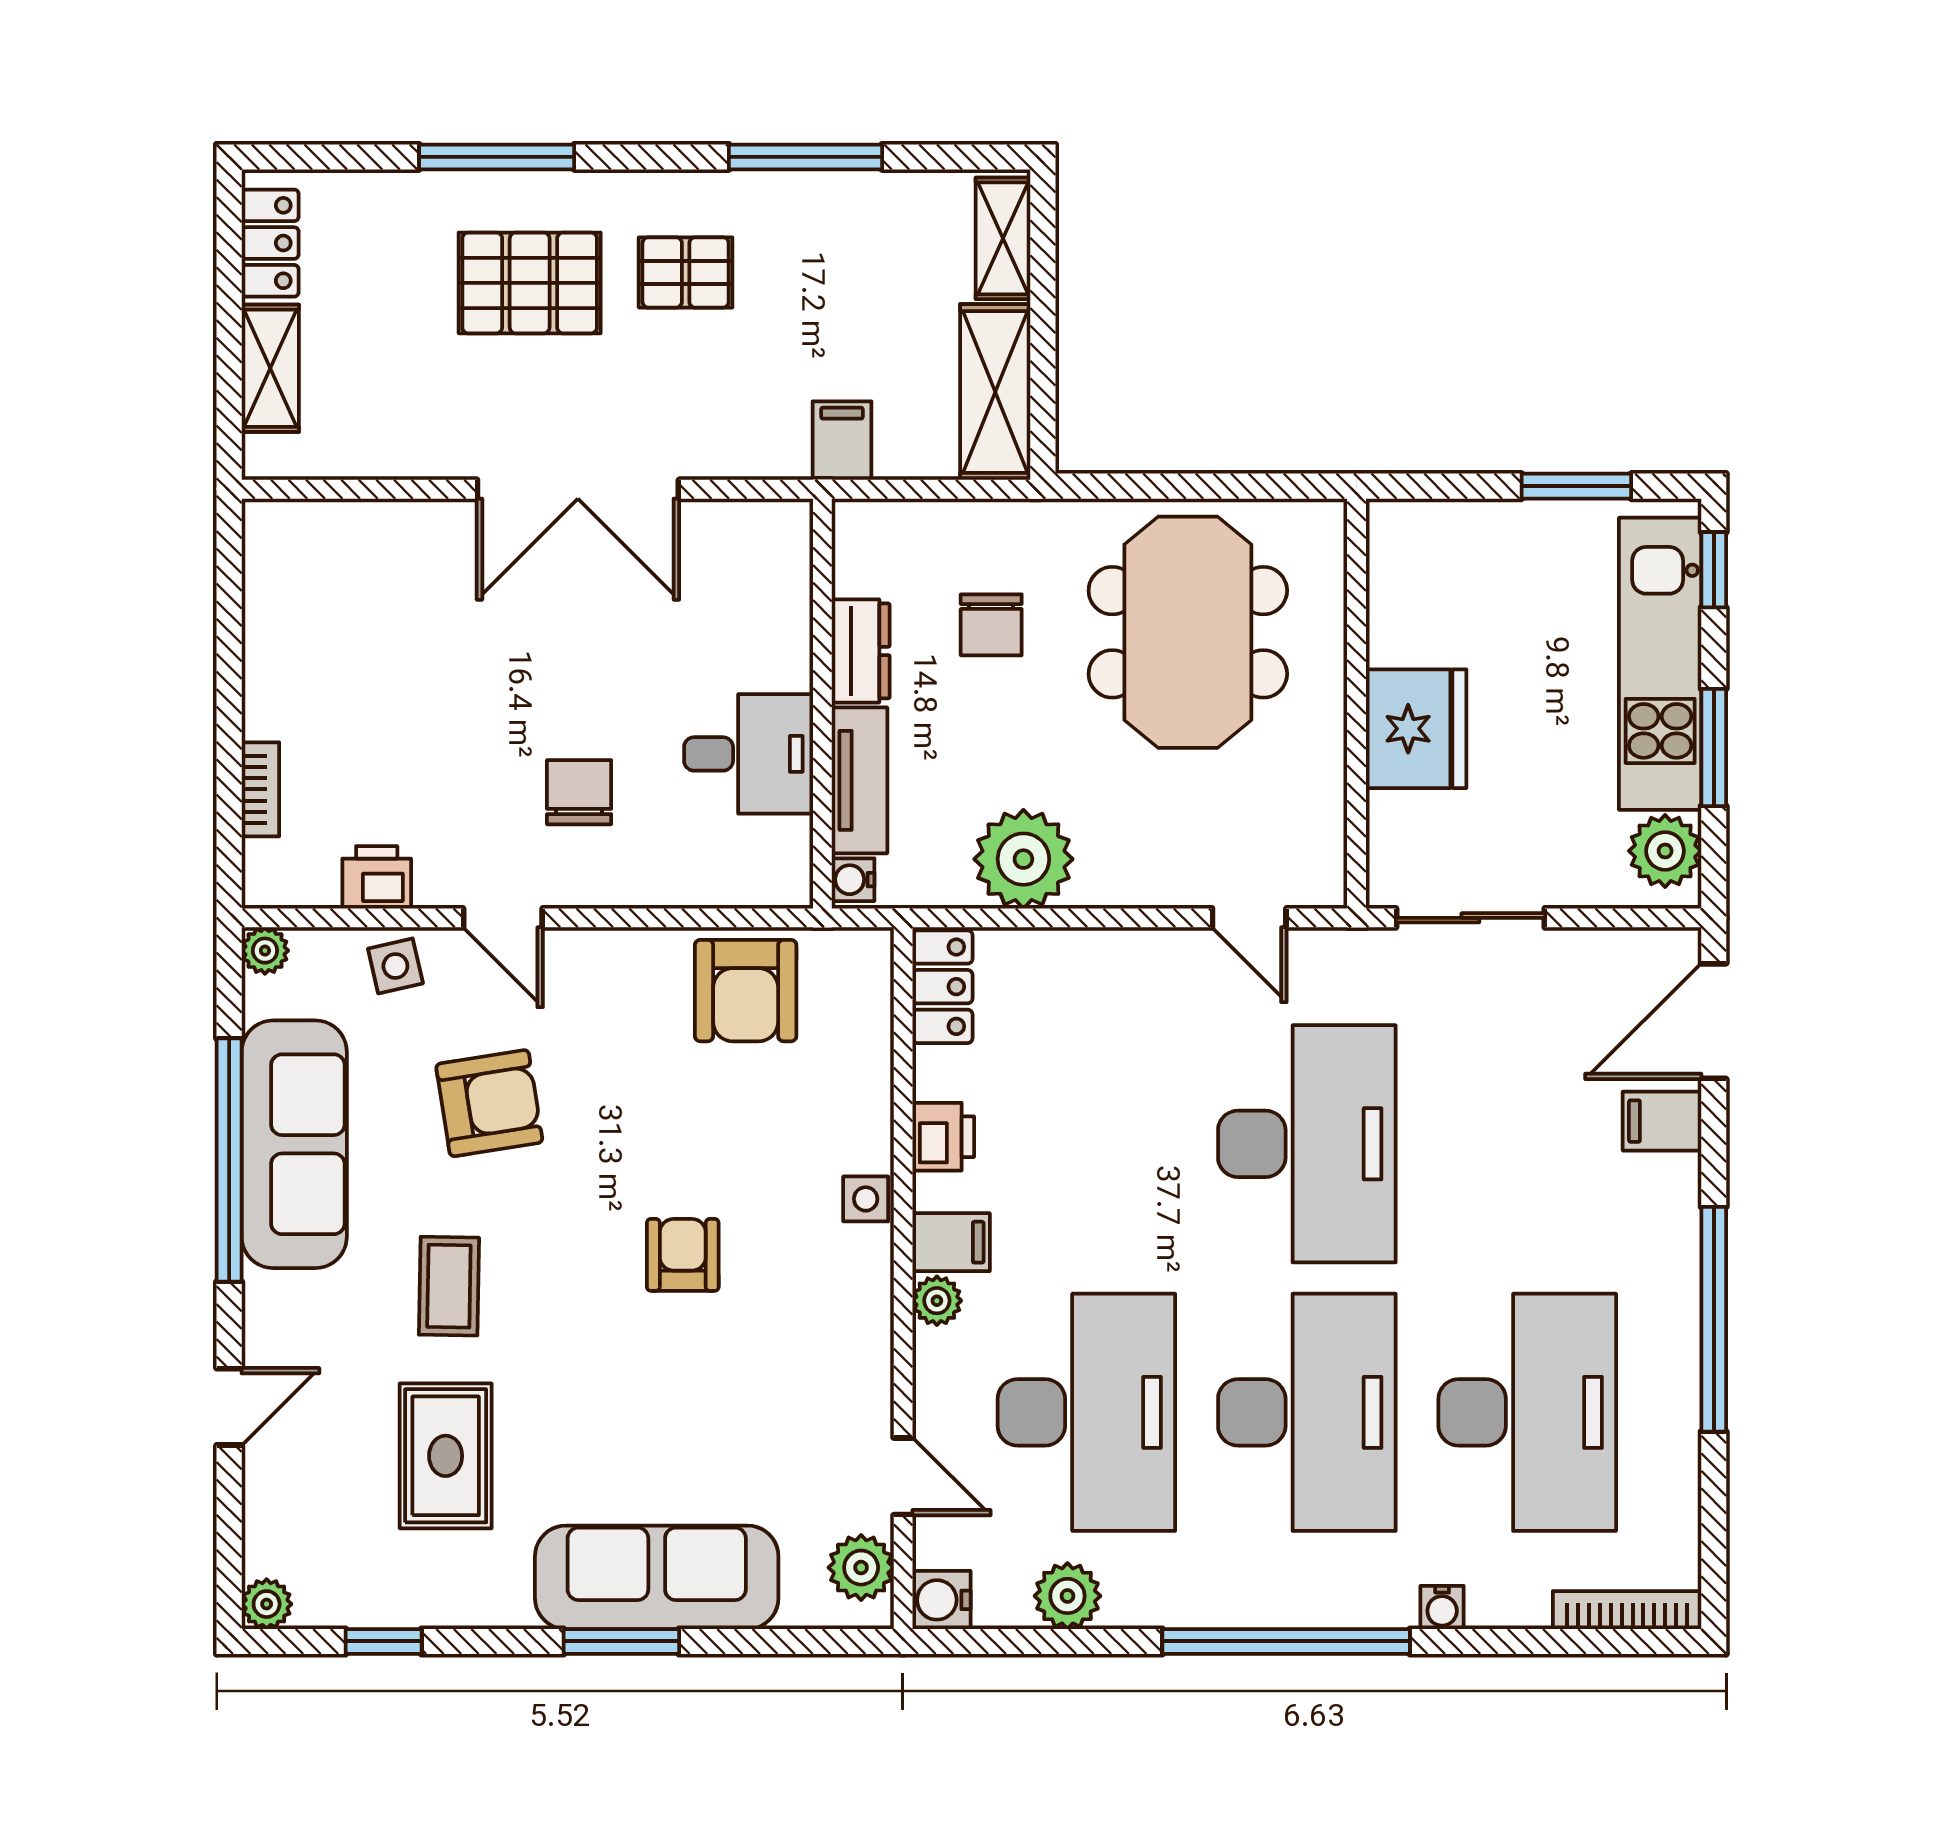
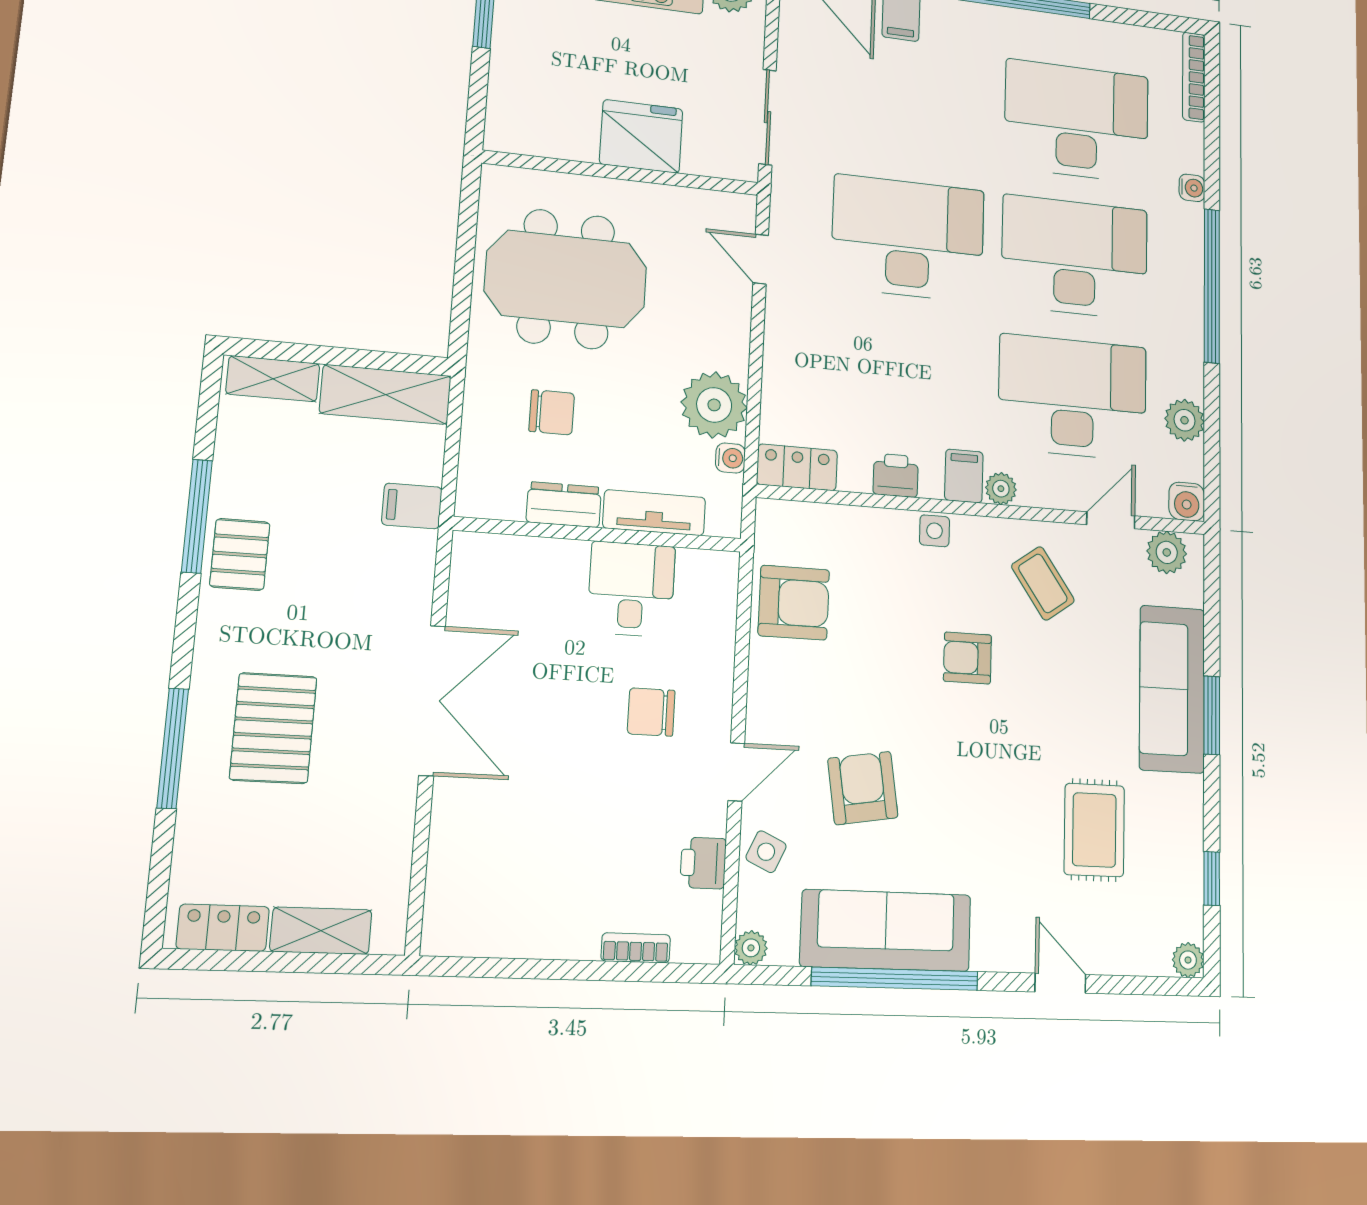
pallet: (686, 272) -> (240, 554), moved
water cooler: (853, 880) -> (730, 458), moved, turned -90
door: (1249, 918) -> (761, 259), swing flipped
side table: (395, 966) -> (766, 852), turned 38
coffee table: (449, 1286) -> (1043, 583), moved, turned 54
rug: (446, 1456) -> (1094, 830), turned 90

